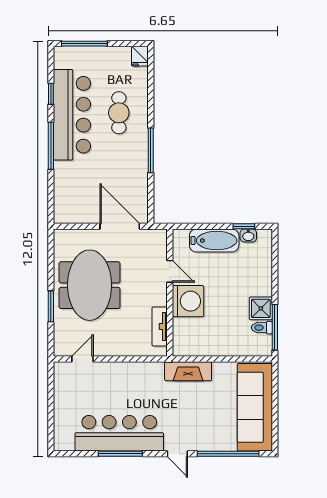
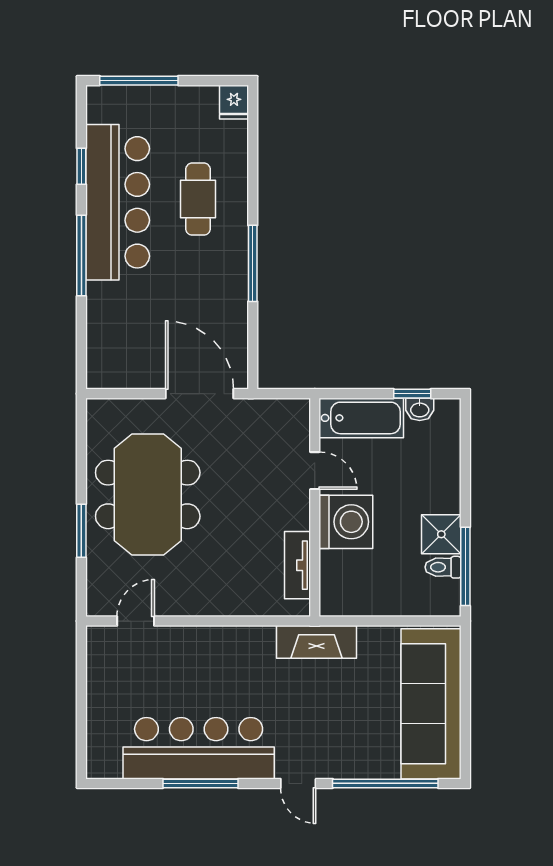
door: (170, 271) -> (315, 471), moved
wall: (170, 293) -> (315, 507), moved
washing machine: (188, 301) -> (346, 522), moved
tv unit: (160, 326) -> (297, 565), moved

